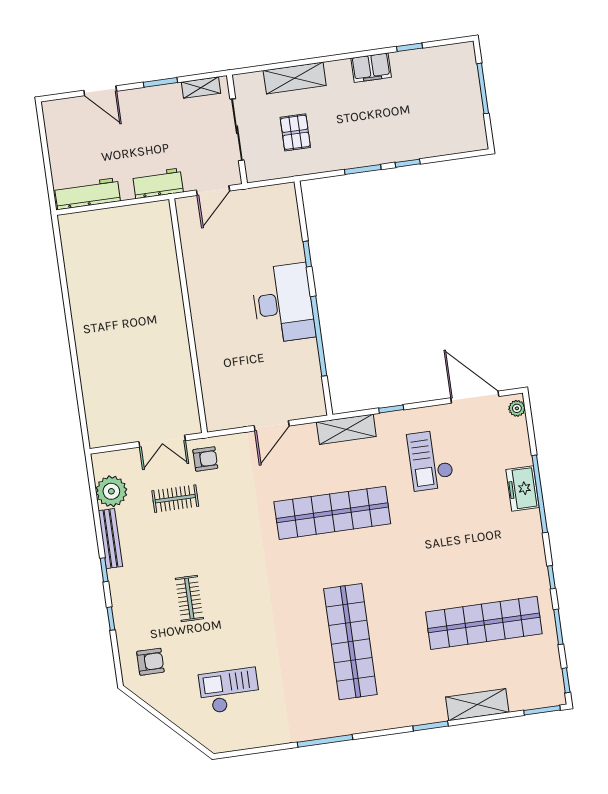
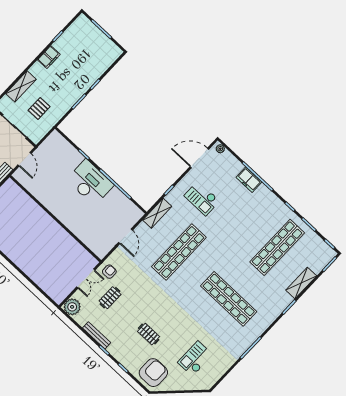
pallet: (295, 132) -> (39, 108), turned 90
plant: (111, 491) -> (72, 307), moved
armchair: (150, 662) -> (153, 373), width x1.88, depth x1.88

